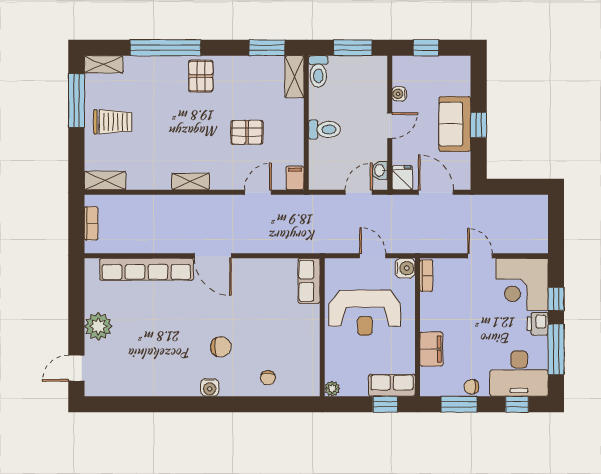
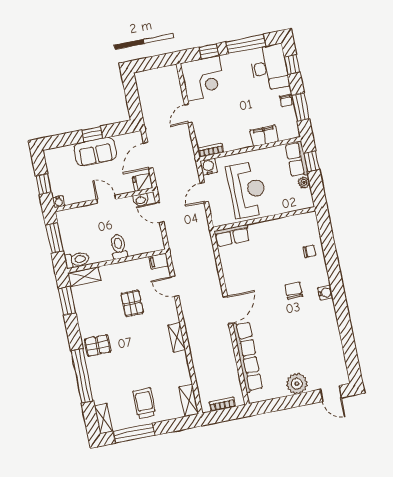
water cooler: (399, 94) -> (59, 202), moved
printer: (538, 324) -> (230, 61), removed
plant: (332, 389) -> (304, 182), moved

